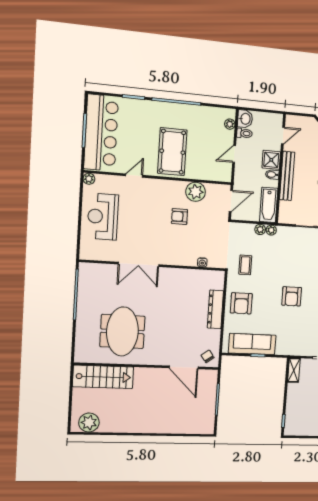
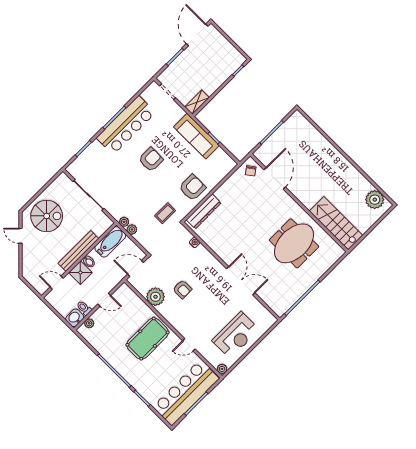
dresser: (215, 309) -> (204, 211), moved
sofa: (252, 344) -> (196, 136), moved

